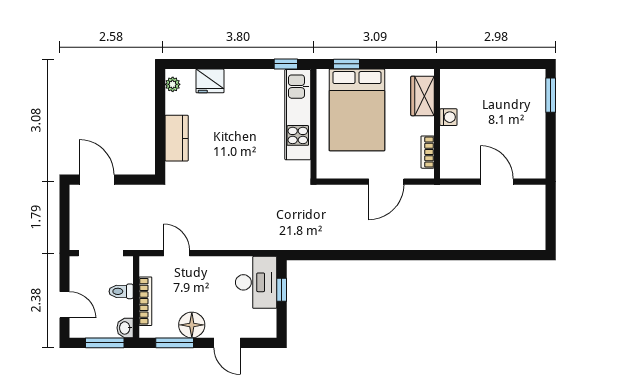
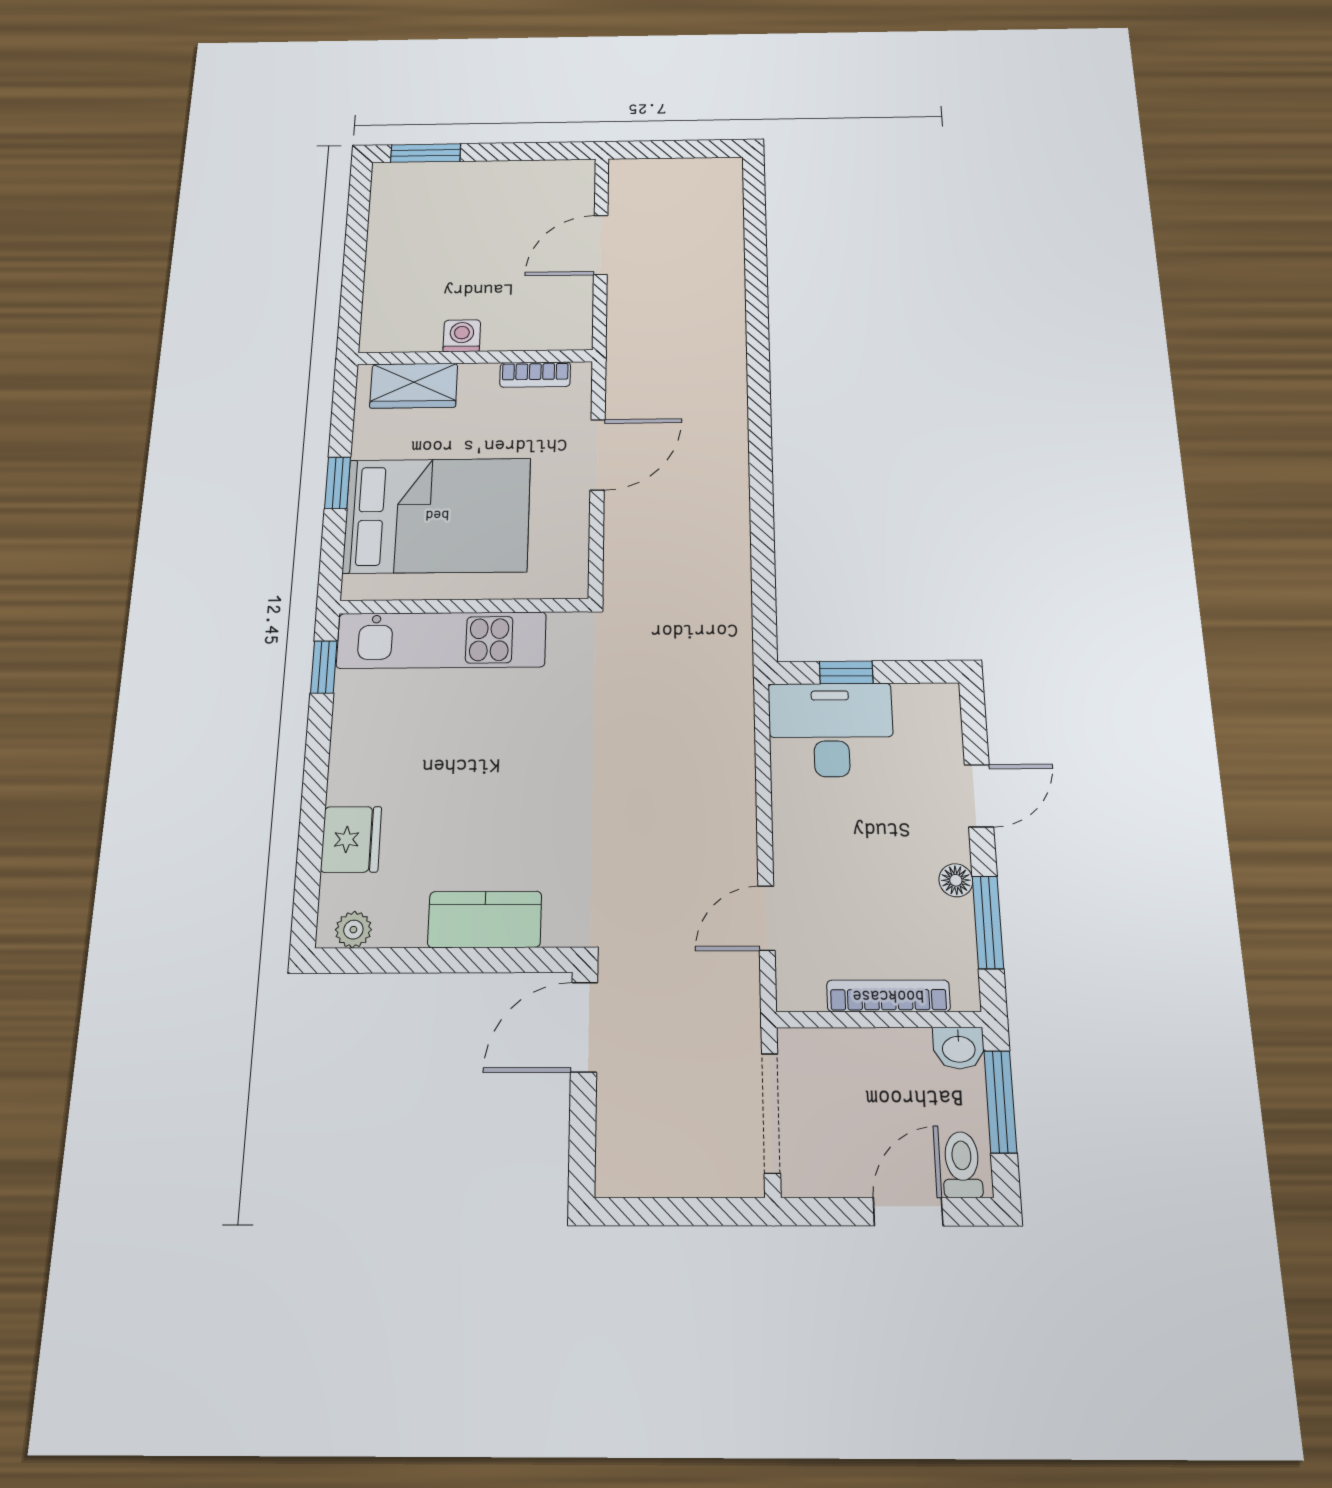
window: (347, 64) -> (338, 483), moved
door: (97, 180) -> (584, 1027), moved
door: (386, 182) -> (598, 455), hinge flipped
toilet: (121, 291) -> (962, 1165), moved, turned 180
floor lamp: (192, 325) -> (956, 880), width x0.53, depth x0.53

